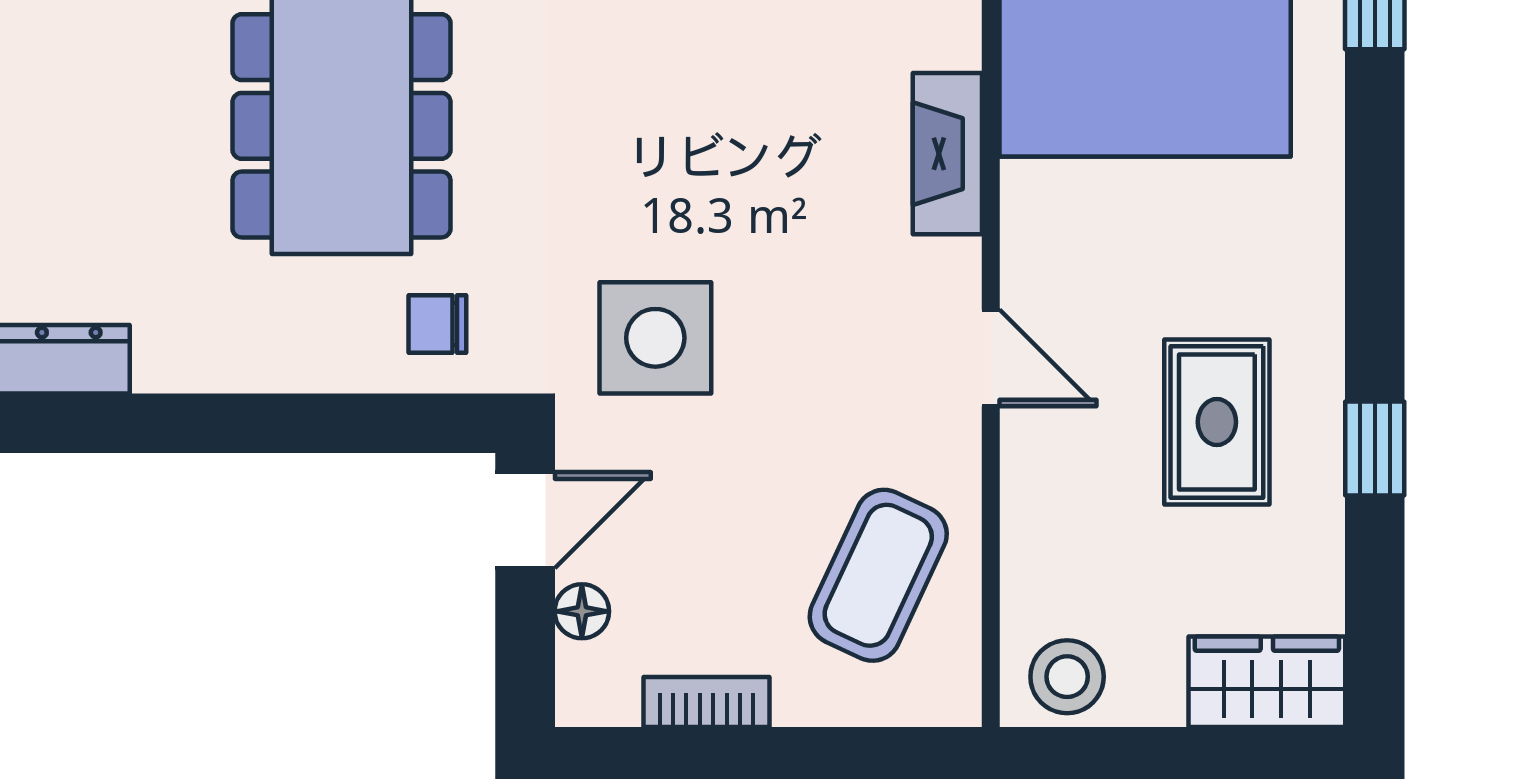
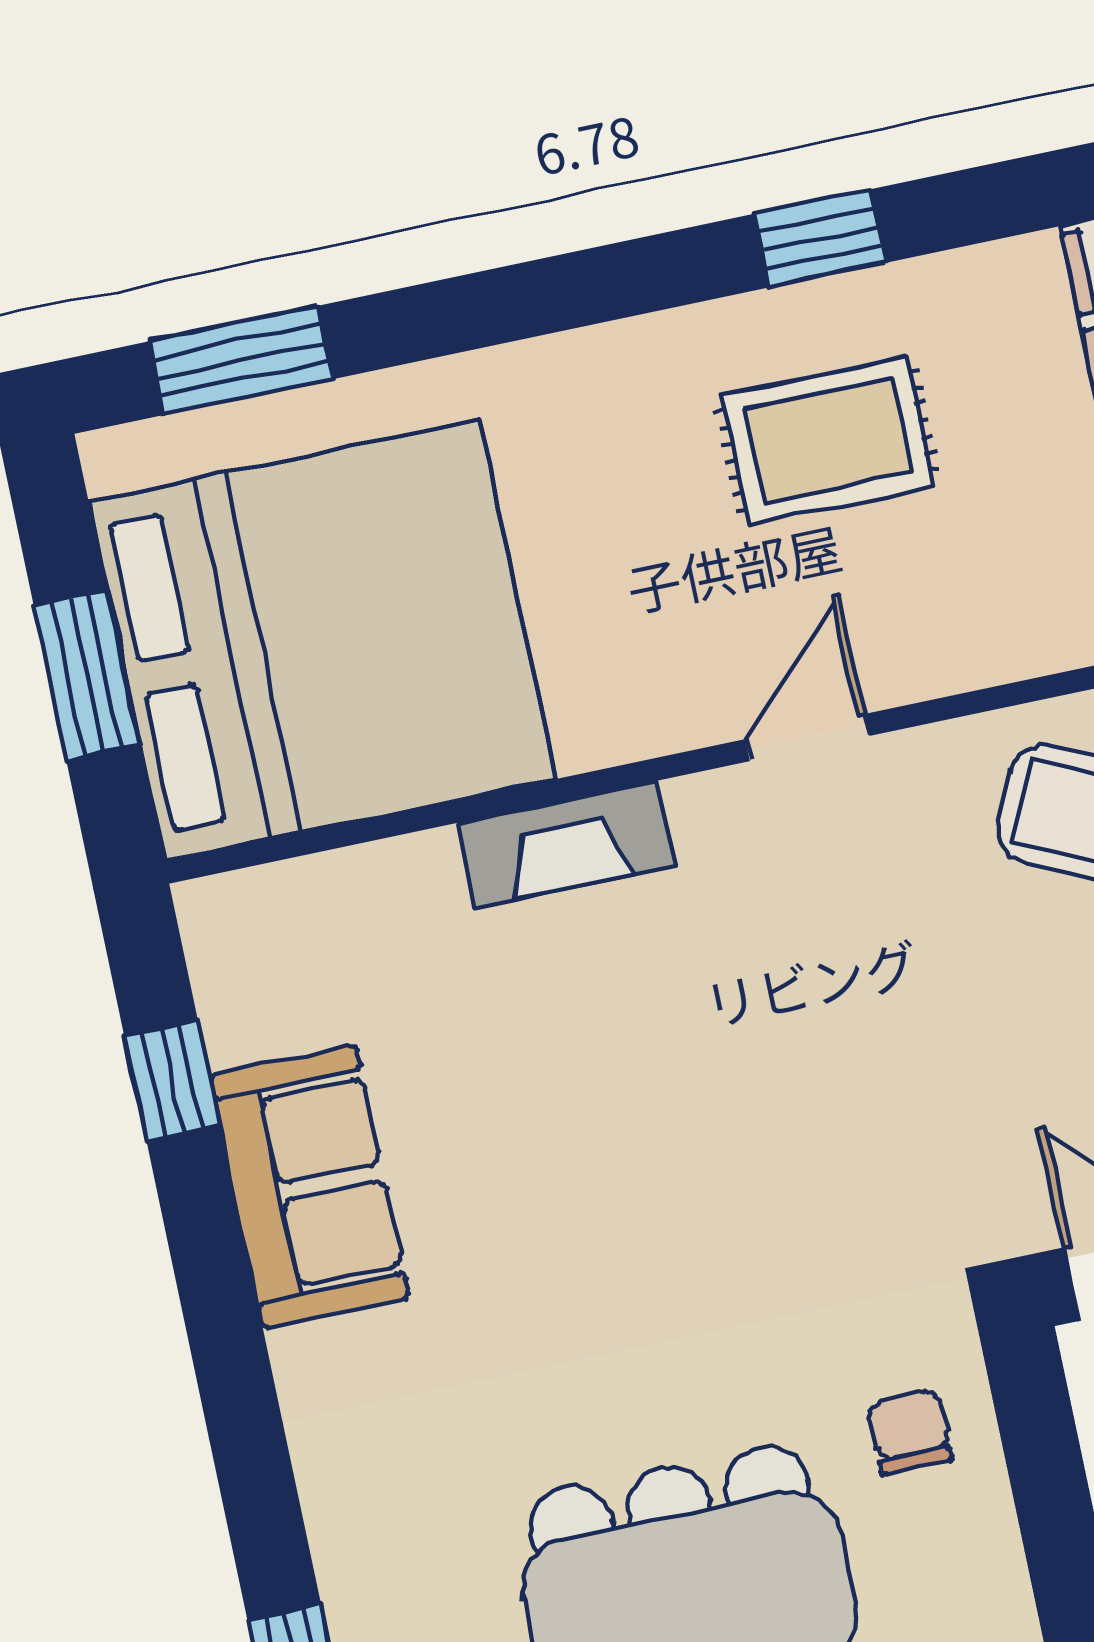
chair: (437, 324) -> (910, 1432), turned 180
side table: (655, 338) -> (870, 1158), removed

